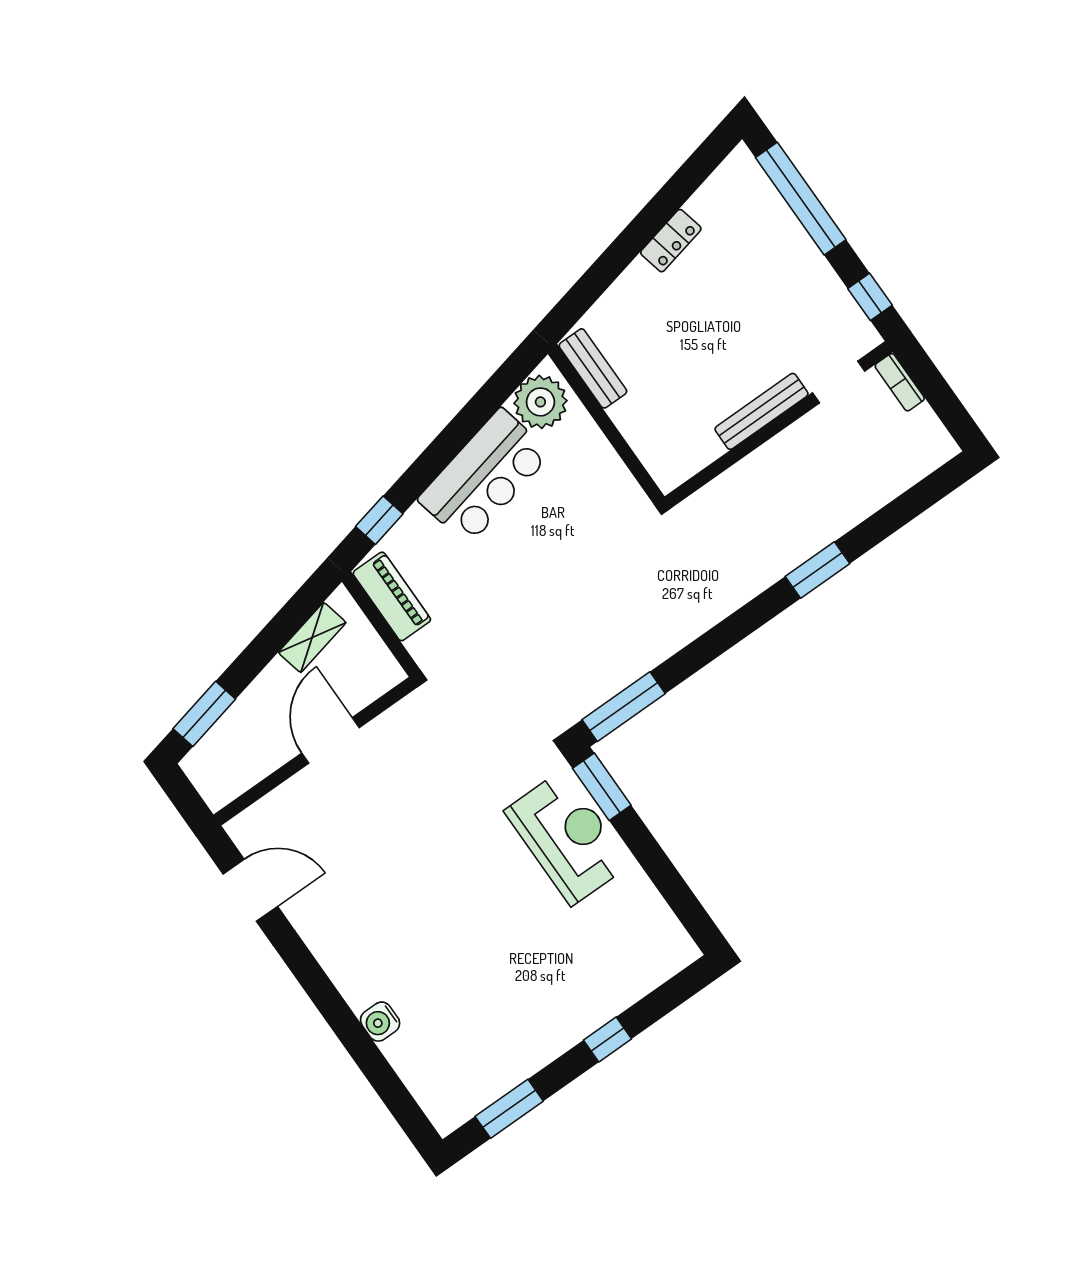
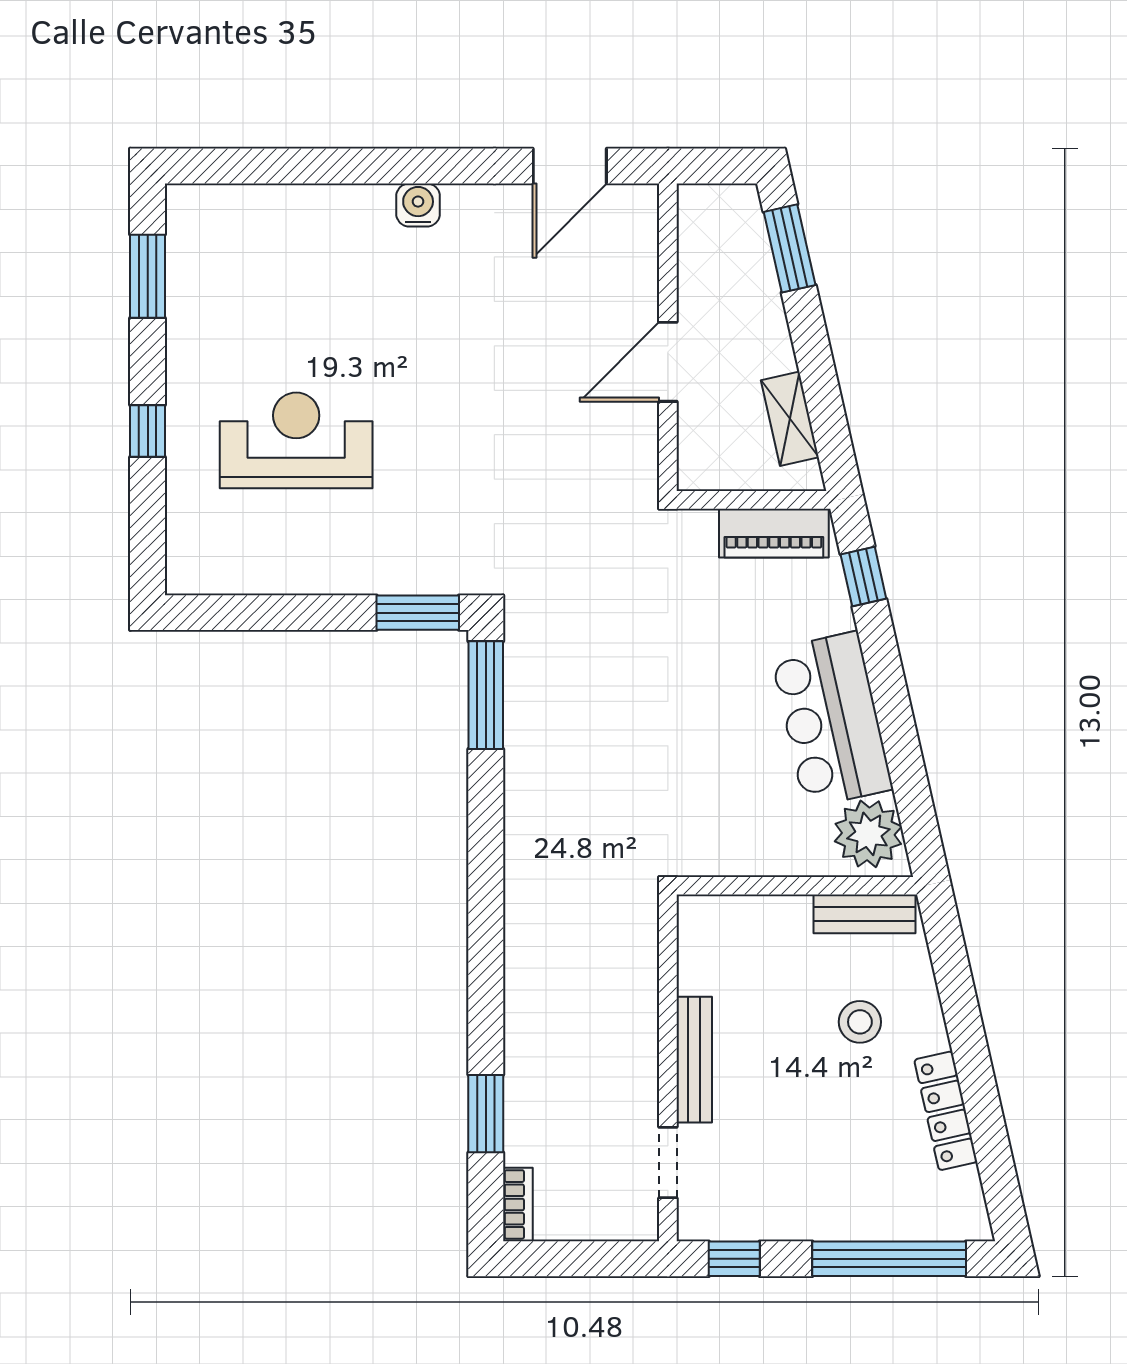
locker: (671, 241) -> (946, 1111), width x1.53
stool: (663, 323) -> (860, 1022), added
bookcase: (900, 382) -> (518, 1204), moved, turned 90
window: (817, 570) -> (486, 1114), moved
door: (331, 740) -> (668, 362), swing flipped
reception desk: (567, 838) -> (296, 440), moved, turned 180
water cooler: (380, 1022) -> (418, 205), moved

